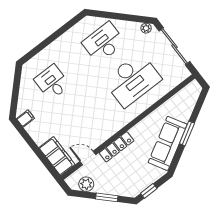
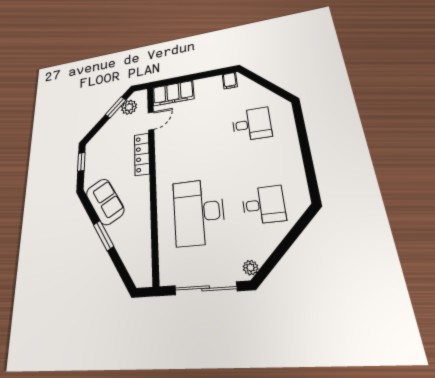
desk: (104, 43) -> (264, 205), width x0.73
sofa: (168, 143) -> (105, 202), width x0.73
window: (107, 197) -> (116, 107), moved

